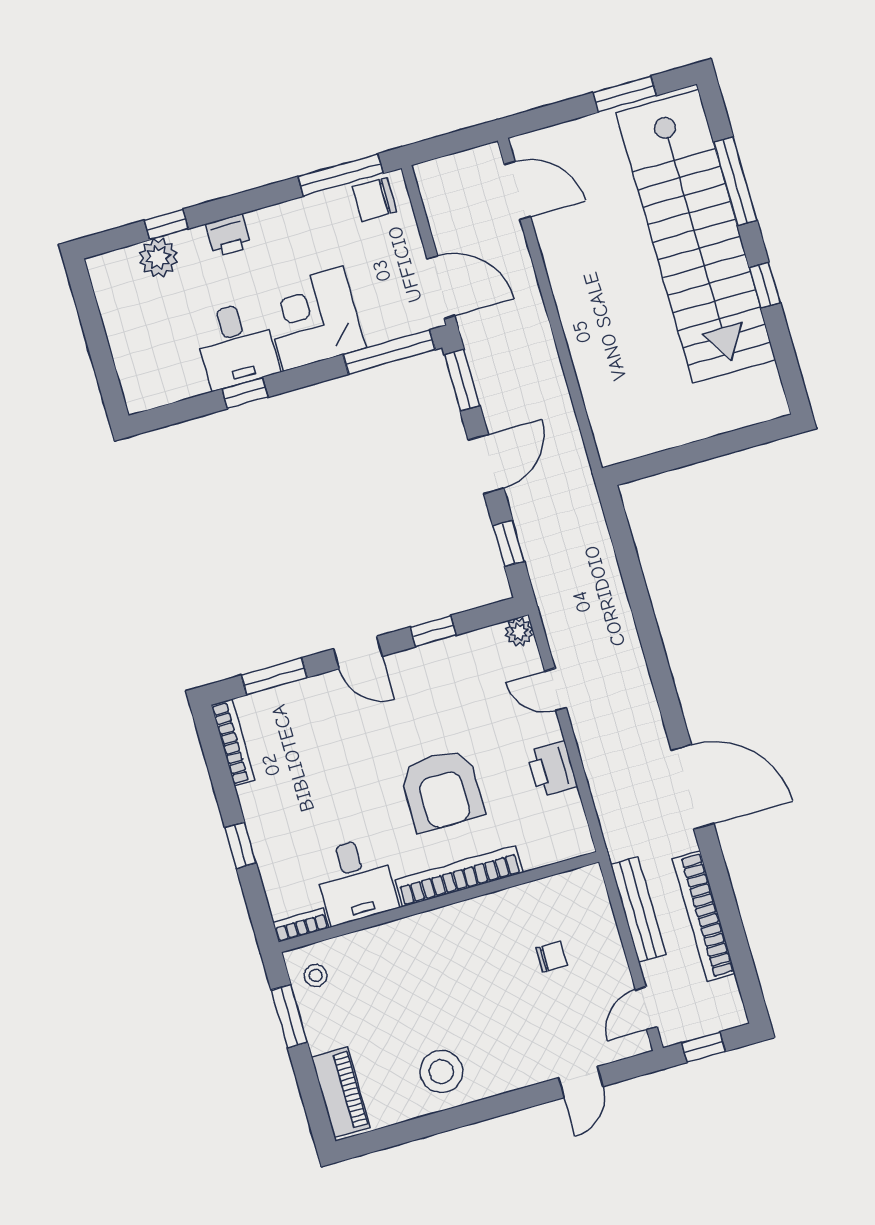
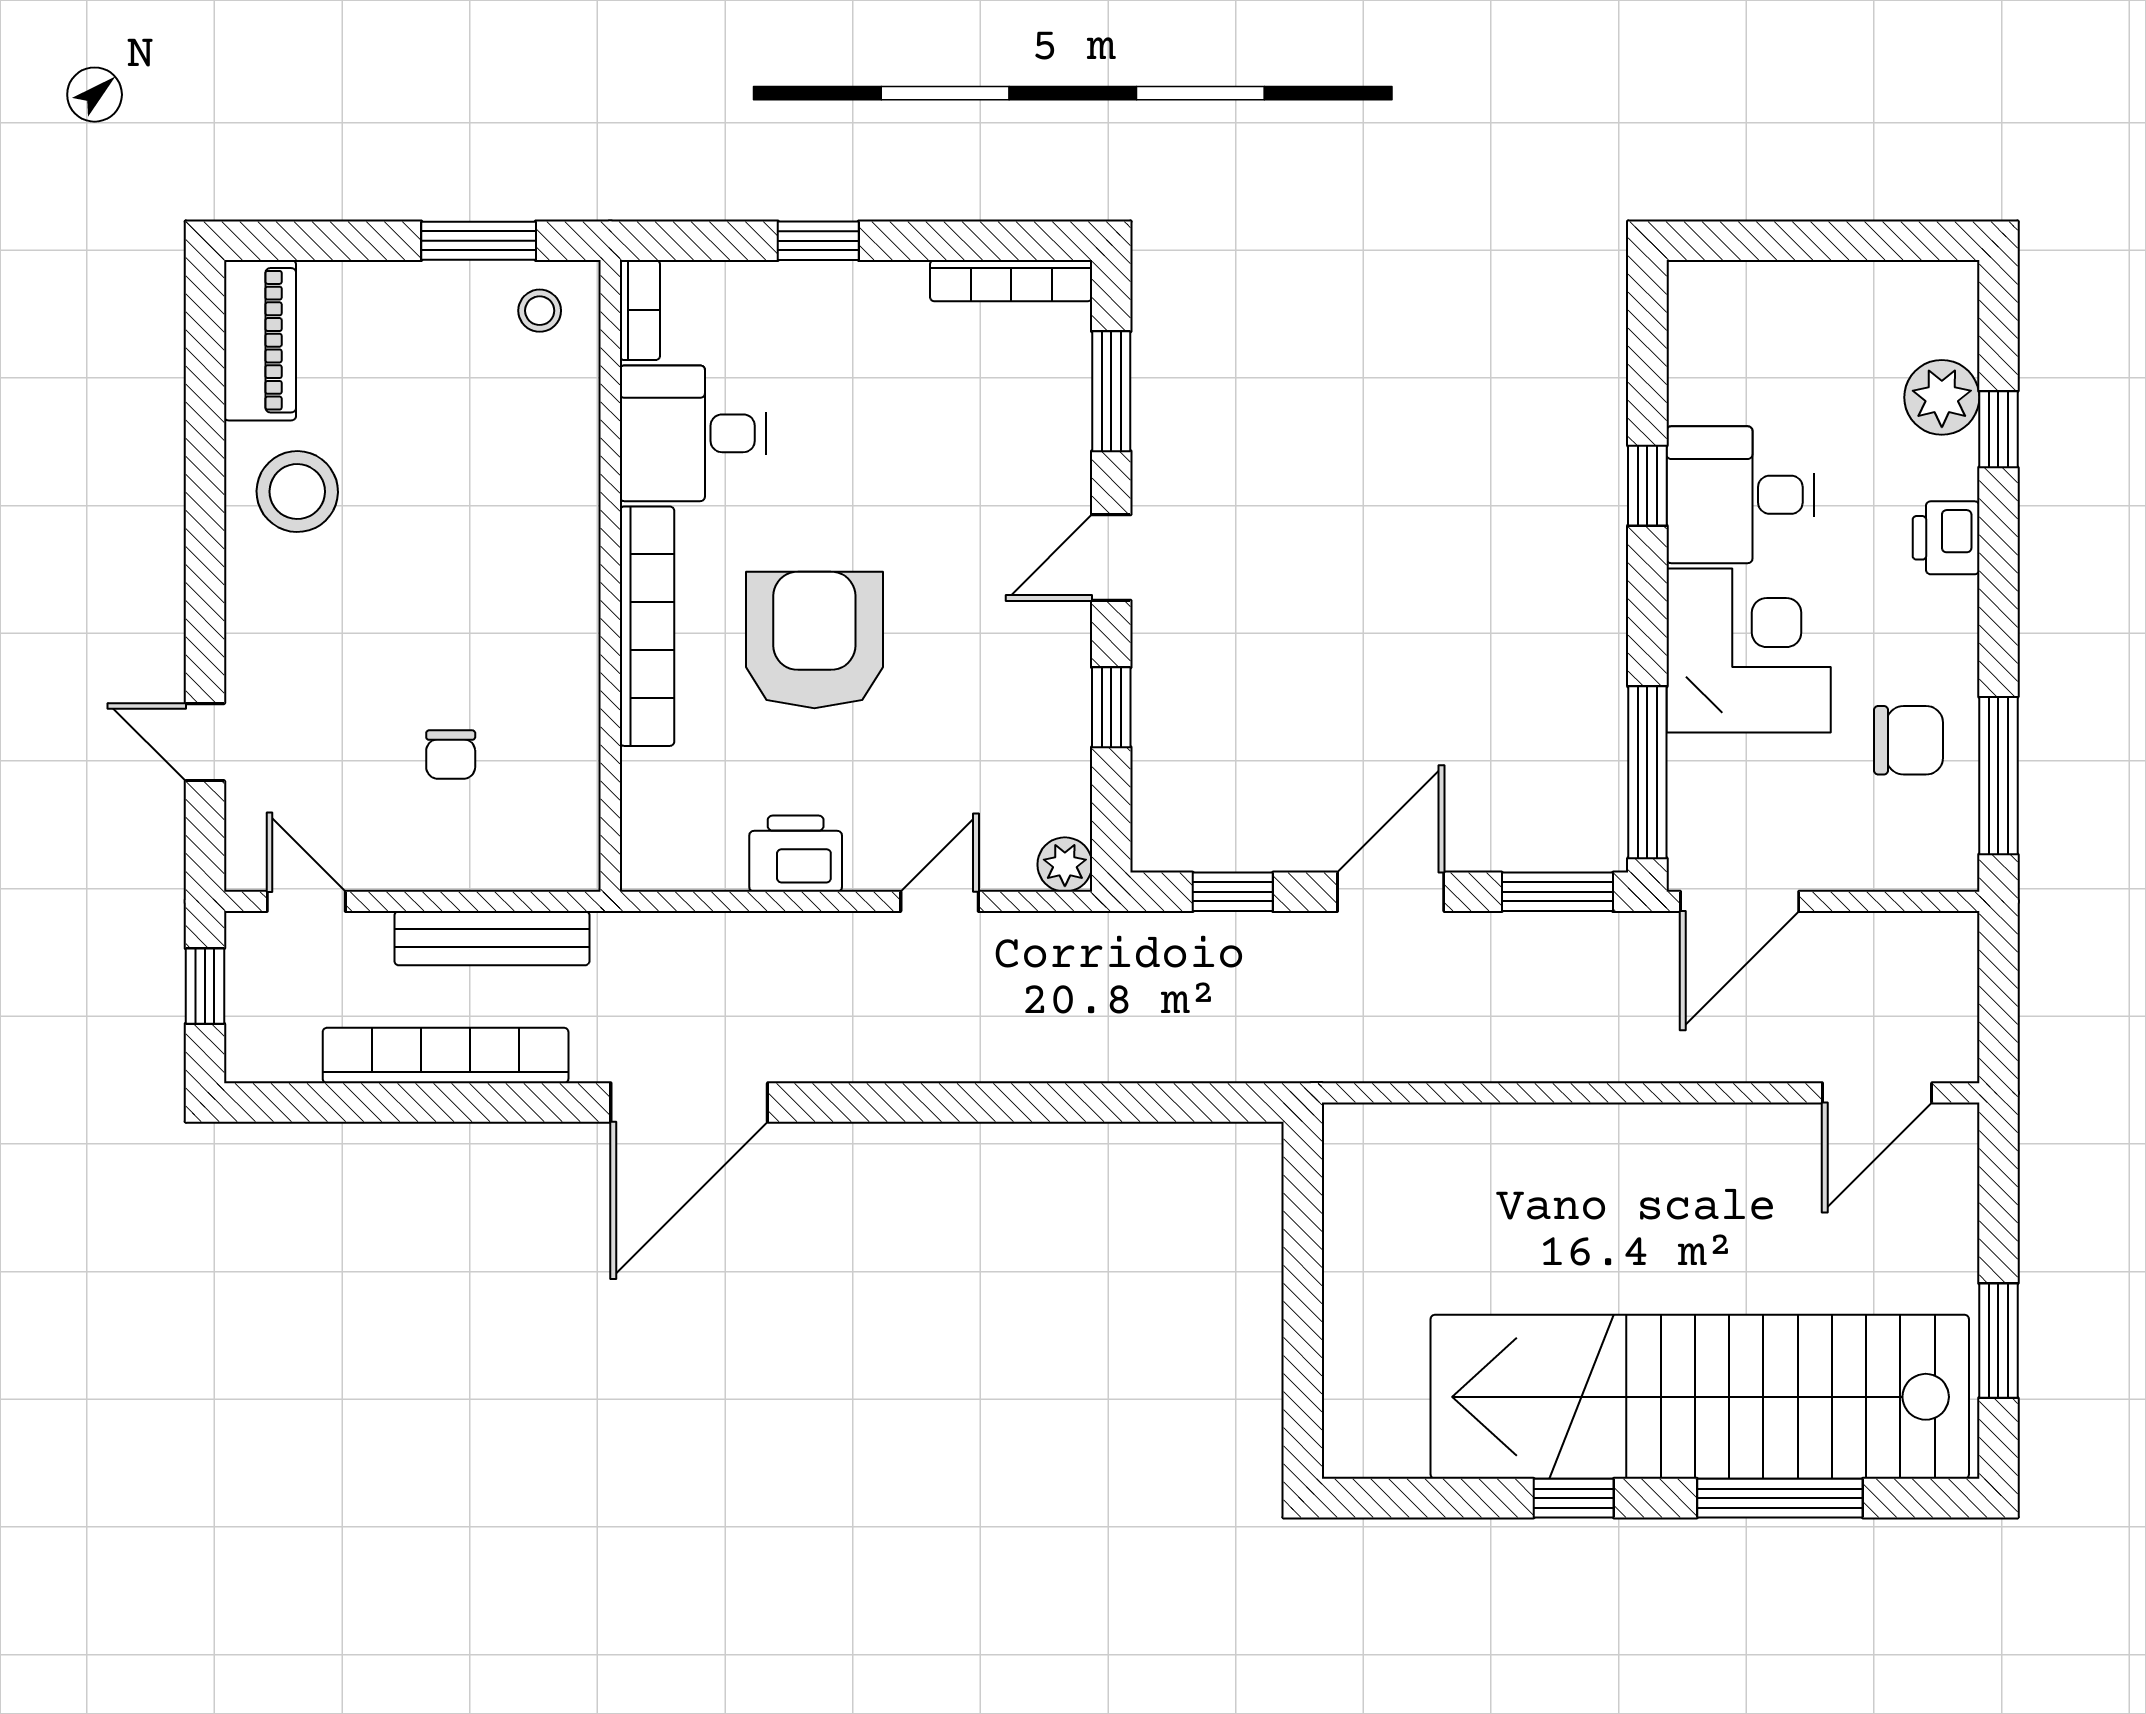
chair: (375, 199) -> (1909, 740), moved, turned 90
door: (486, 464) -> (1391, 892), swing flipped
armchair: (442, 790) -> (814, 640), turned 90
piano: (341, 1092) -> (260, 340), moved, turned -90

